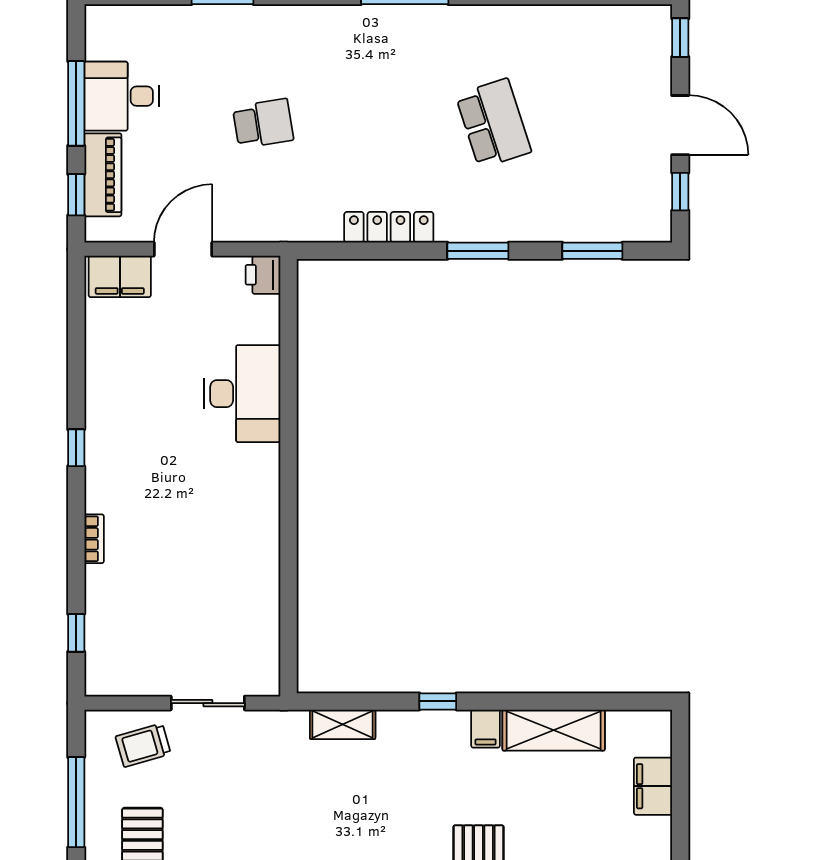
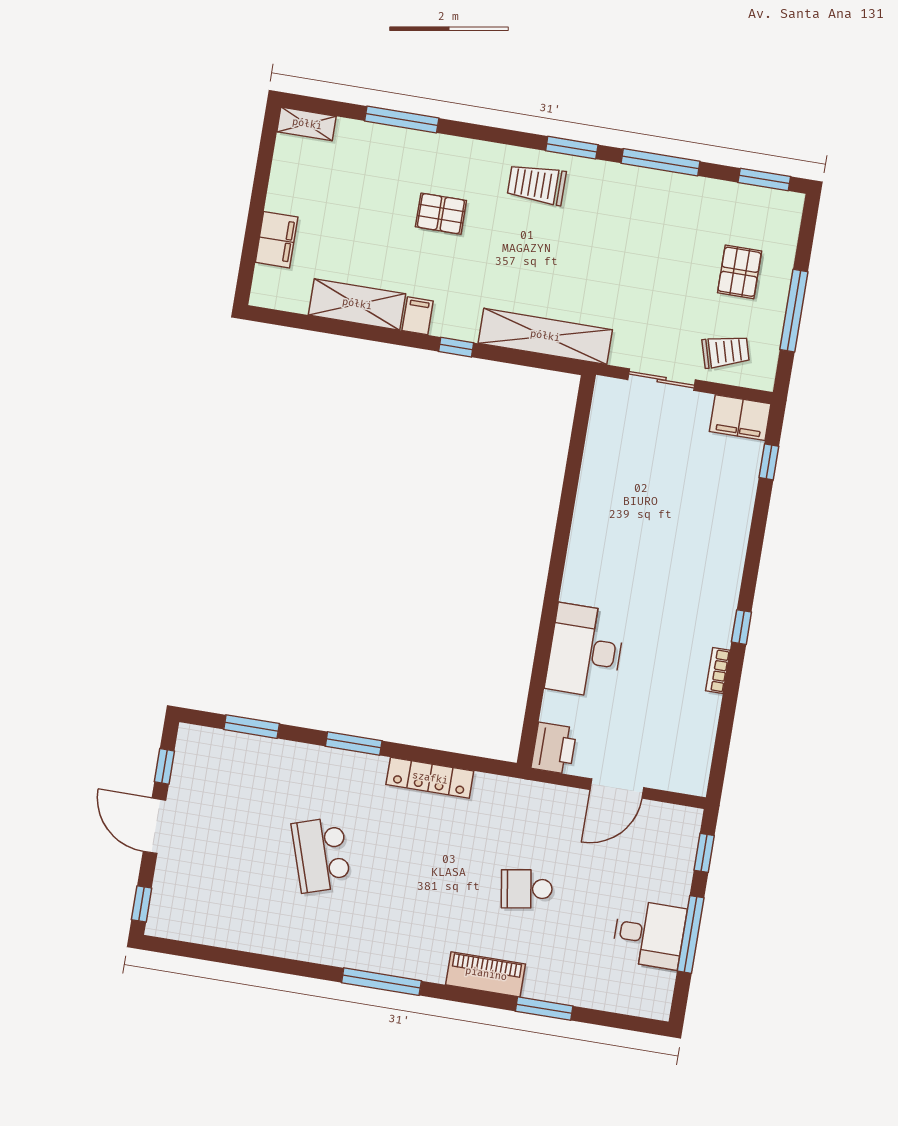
piano: (103, 175) -> (486, 974), moved, turned 90
printer: (263, 275) -> (554, 748), width x1.36, depth x1.24
filing cabinet: (120, 276) -> (740, 418), moved, turned 180
bookcase: (94, 539) -> (718, 671), moved
shelving: (343, 724) -> (545, 336), width x2.20, depth x1.33

